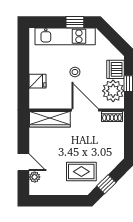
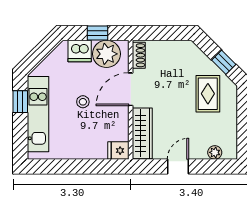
fridge: (37, 81) -> (118, 151), moved, turned -90
door: (23, 162) -> (178, 166), moved

